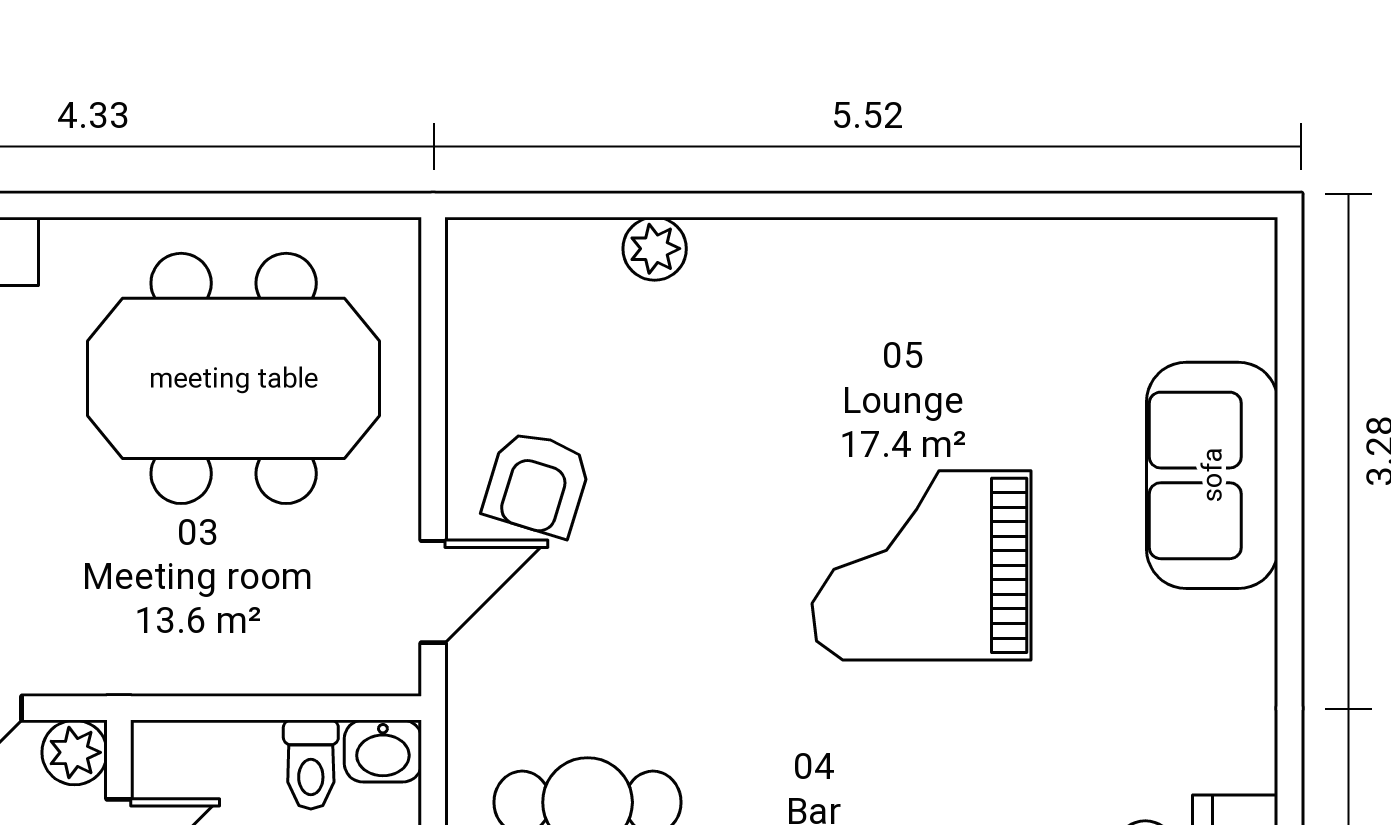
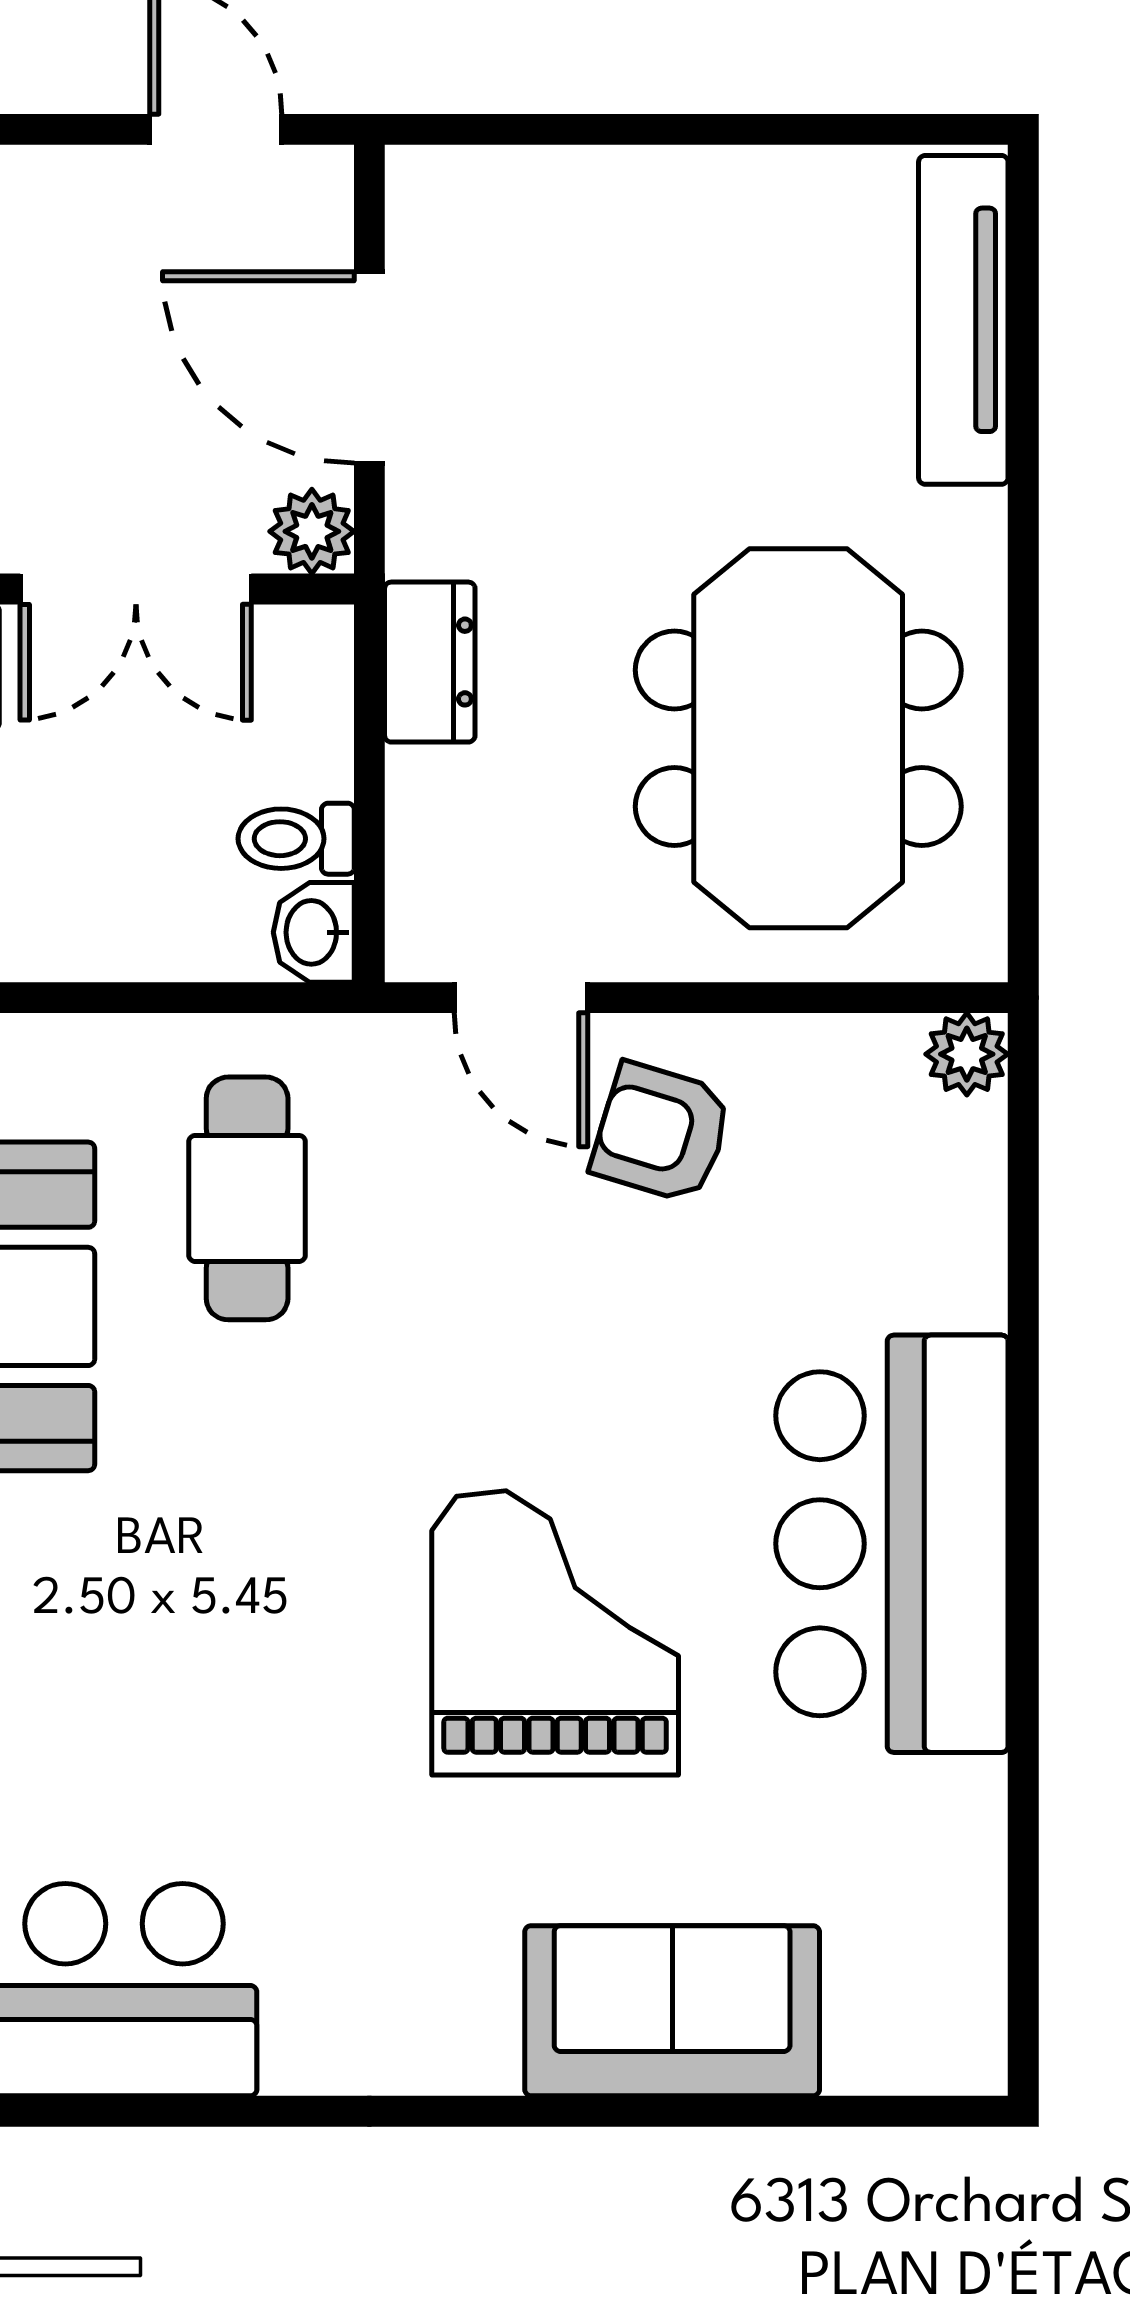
plant: (655, 249) -> (967, 1054), moved
bar counter: (853, 306) -> (892, 1544), added
dresser: (175, 662) -> (430, 662), added

